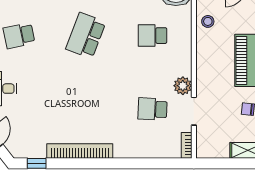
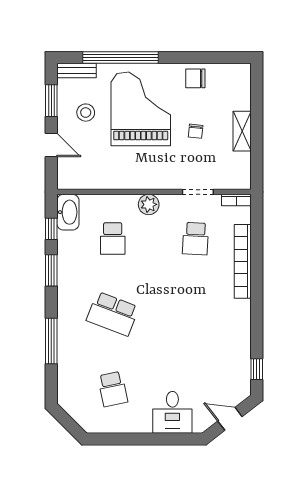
stool: (208, 21) -> (97, 176), removed
plant: (183, 86) -> (149, 204), moved
bookcase: (80, 151) -> (243, 261), moved

